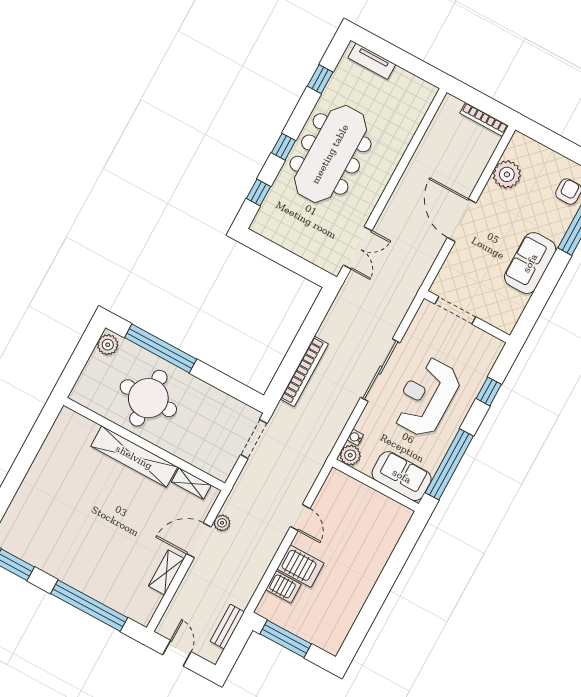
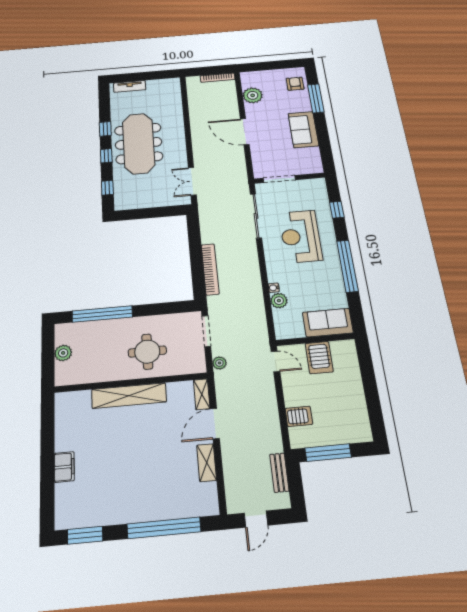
window: (320, 79) -> (105, 129), moved
double door: (358, 248) -> (192, 181), swing flipped
plant: (108, 345) -> (63, 353), moved
sliding door: (380, 370) -> (256, 216), moved
round table: (148, 398) -> (147, 352), moved, width x0.73, depth x0.73
sofa: (402, 476) -> (328, 323), moved
shelving: (191, 483) -> (202, 394), moved, turned 90
wall: (376, 485) -> (315, 339), moved
filing cabinet: (31, 487) -> (64, 467), added
plant: (222, 523) -> (219, 363), moved
server rack: (300, 566) -> (319, 358), moved, turned 90
door: (177, 653) -> (256, 519), swing flipped

